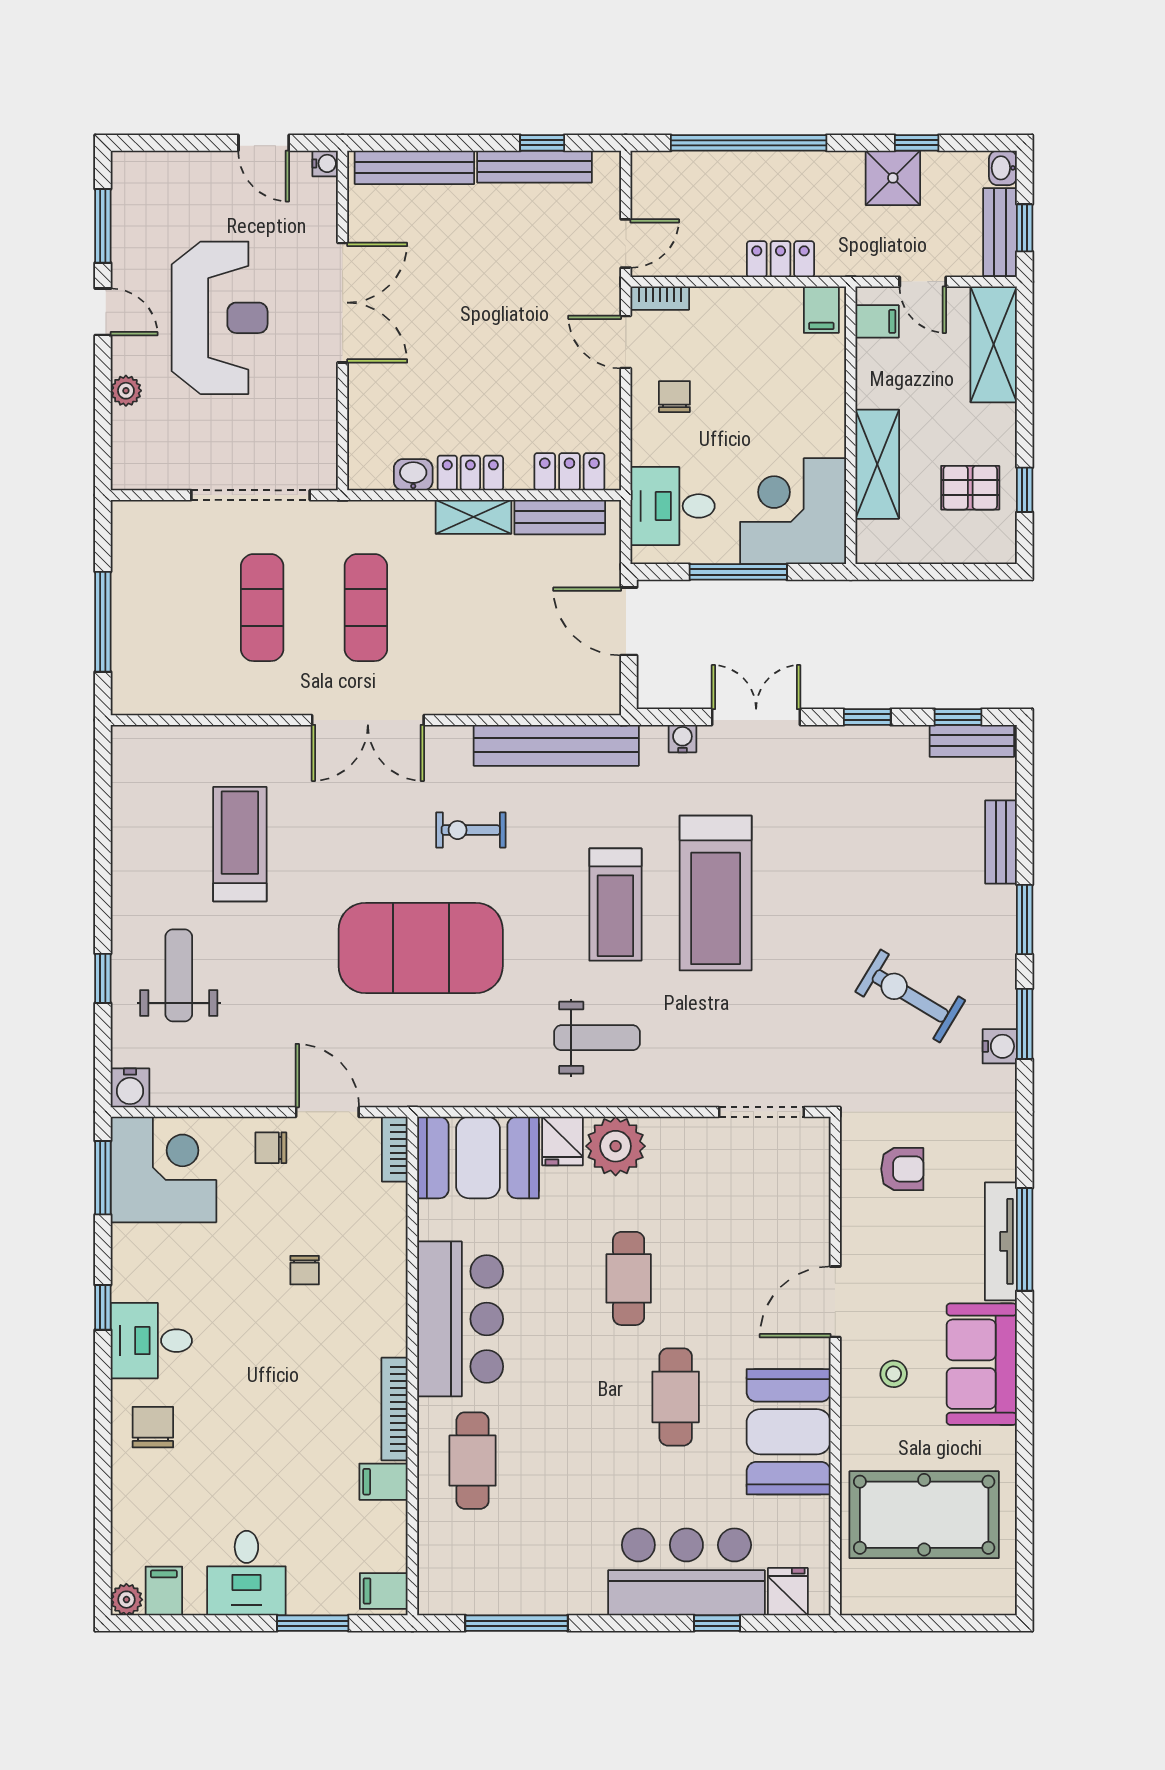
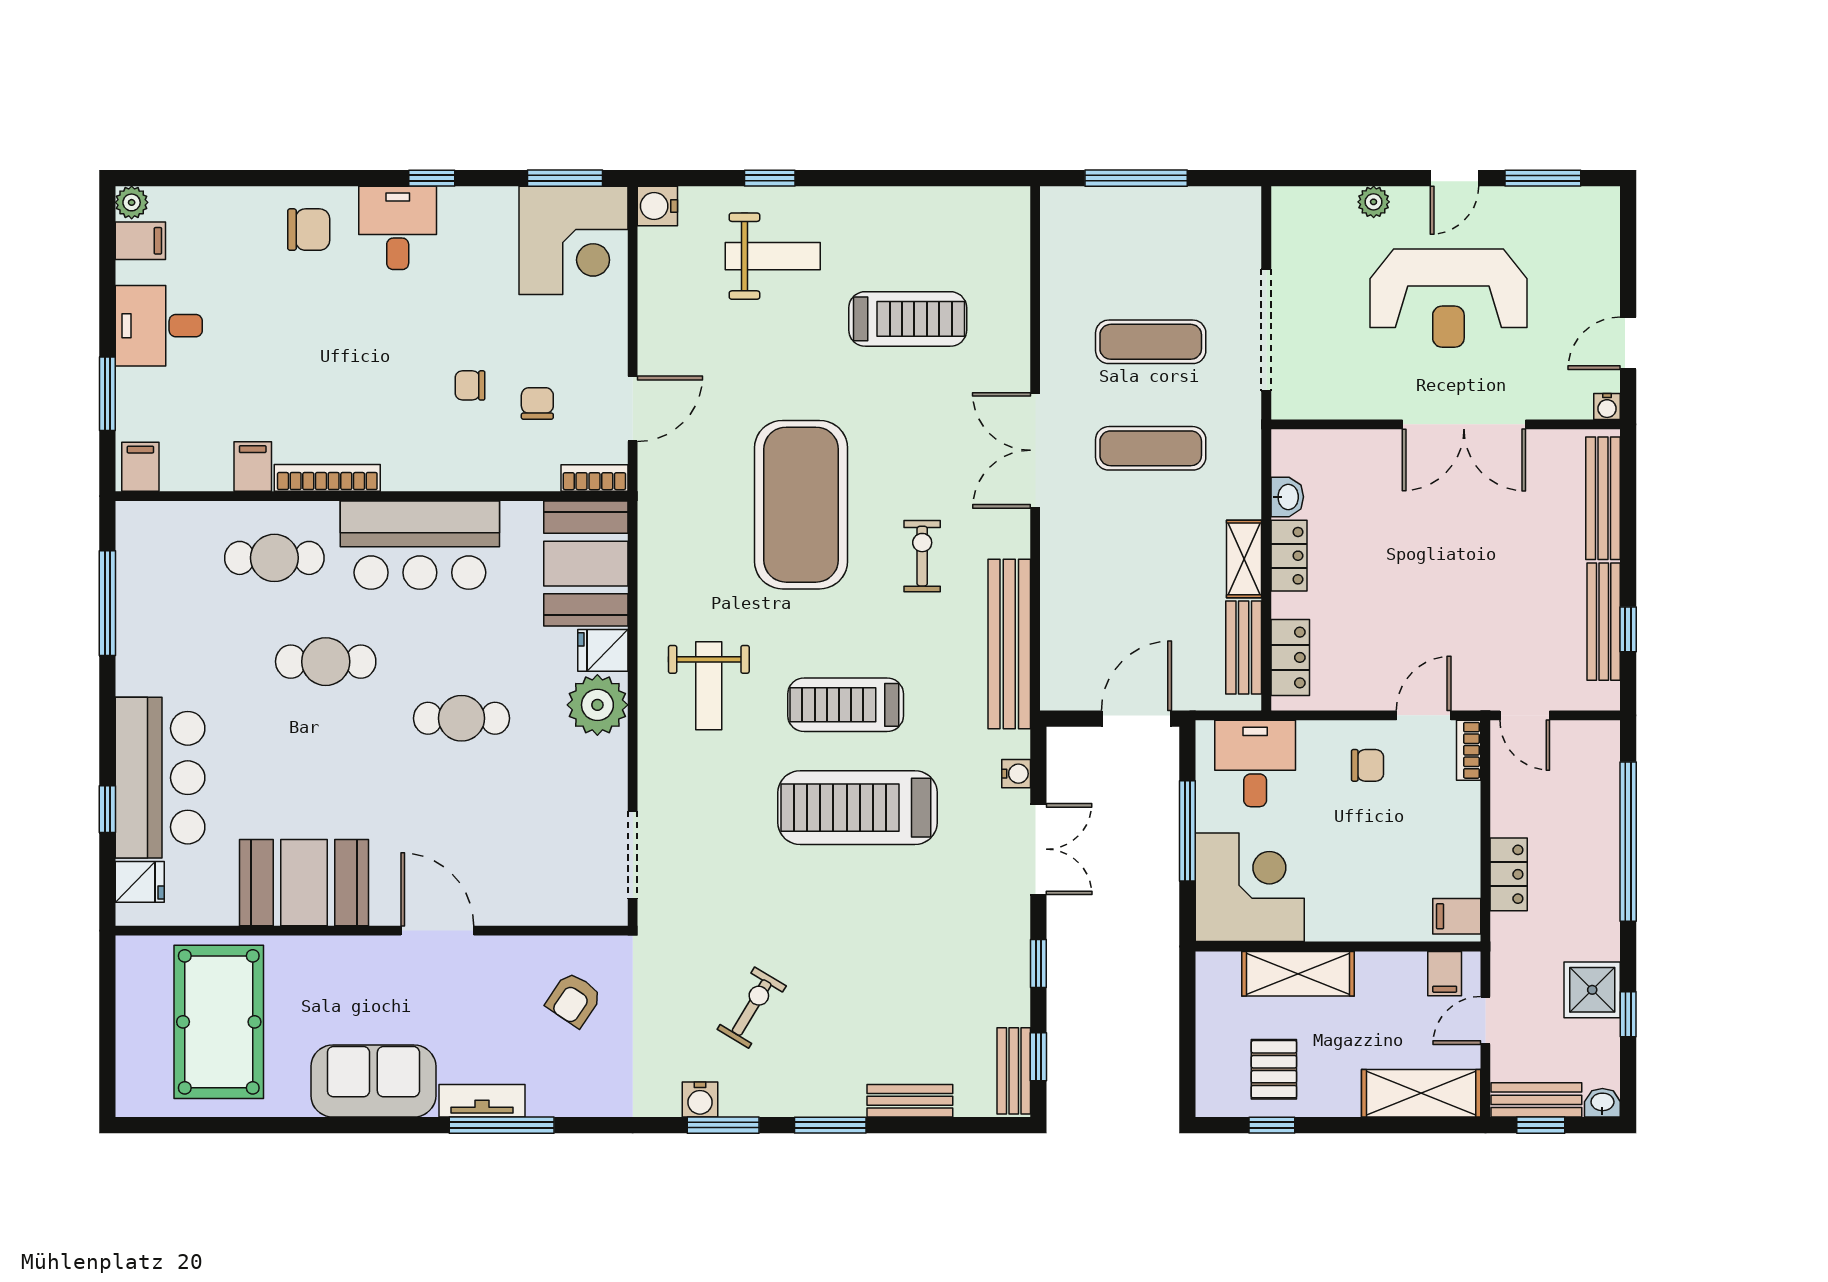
exercise bike: (910, 996) -> (752, 1008), width x0.73, depth x0.72
chair: (271, 1148) -> (537, 403), moved
armchair: (902, 1169) -> (574, 999), turned 34
tv unit: (1001, 1241) -> (482, 1101), width x0.71
stool: (894, 1374) -> (363, 991), removed
cafe table: (676, 1397) -> (326, 662), moved

